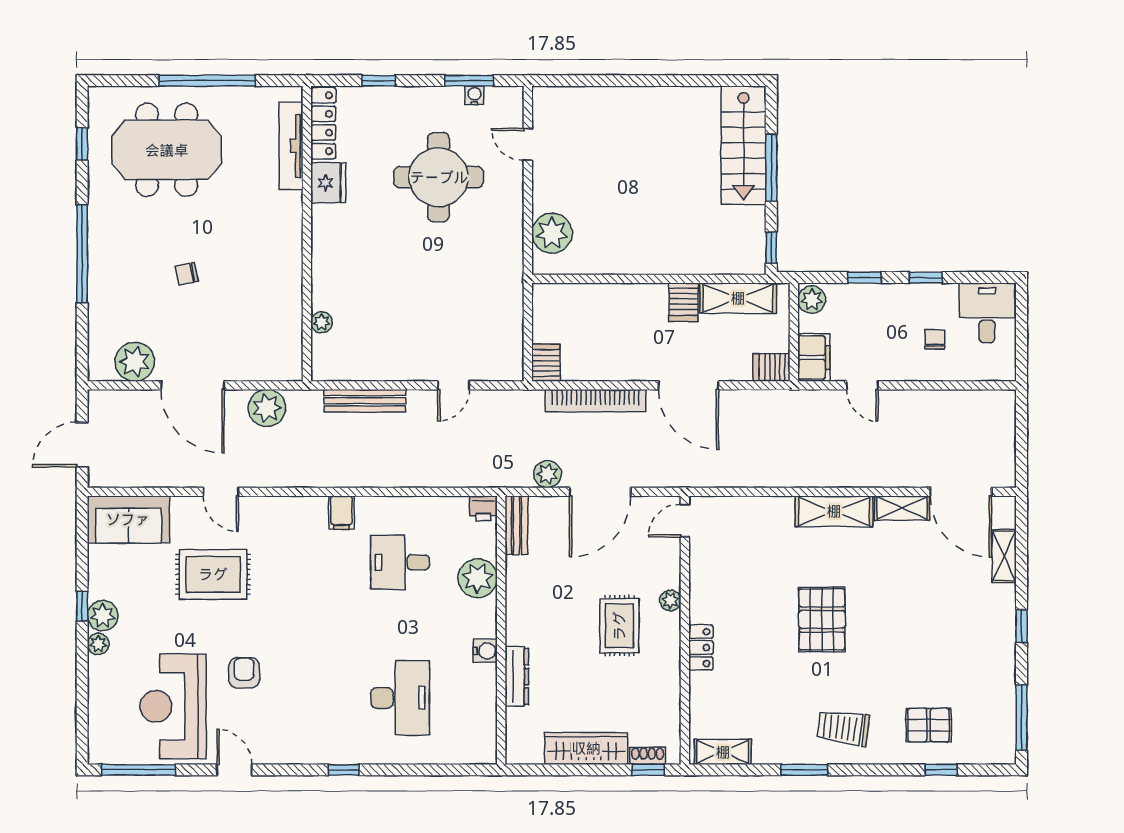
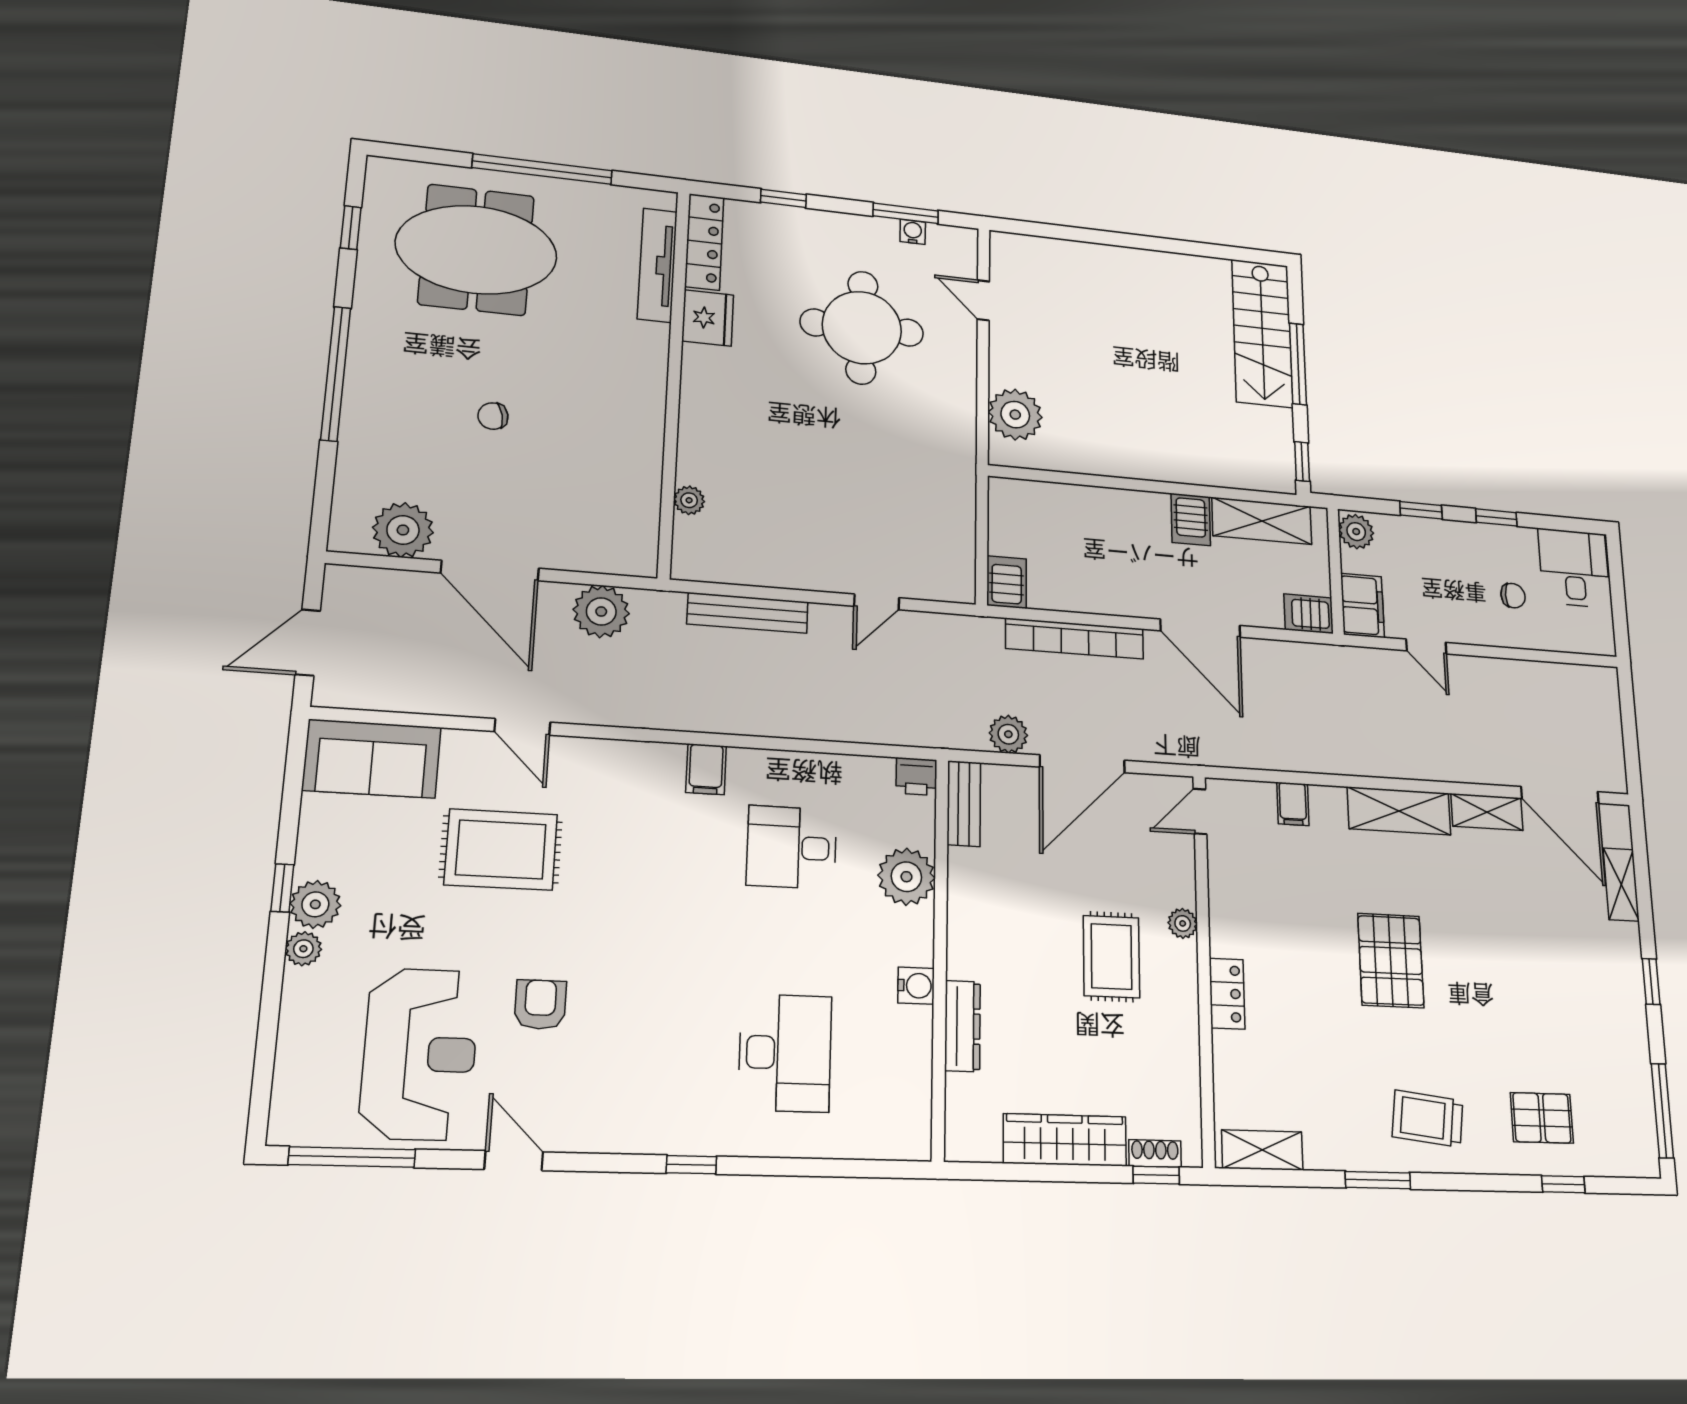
chair: (935, 339) -> (1513, 596), turned 90
filing cabinet: (754, 511) -> (1293, 804), added
reception desk: (173, 706) -> (420, 1054), turned 180

